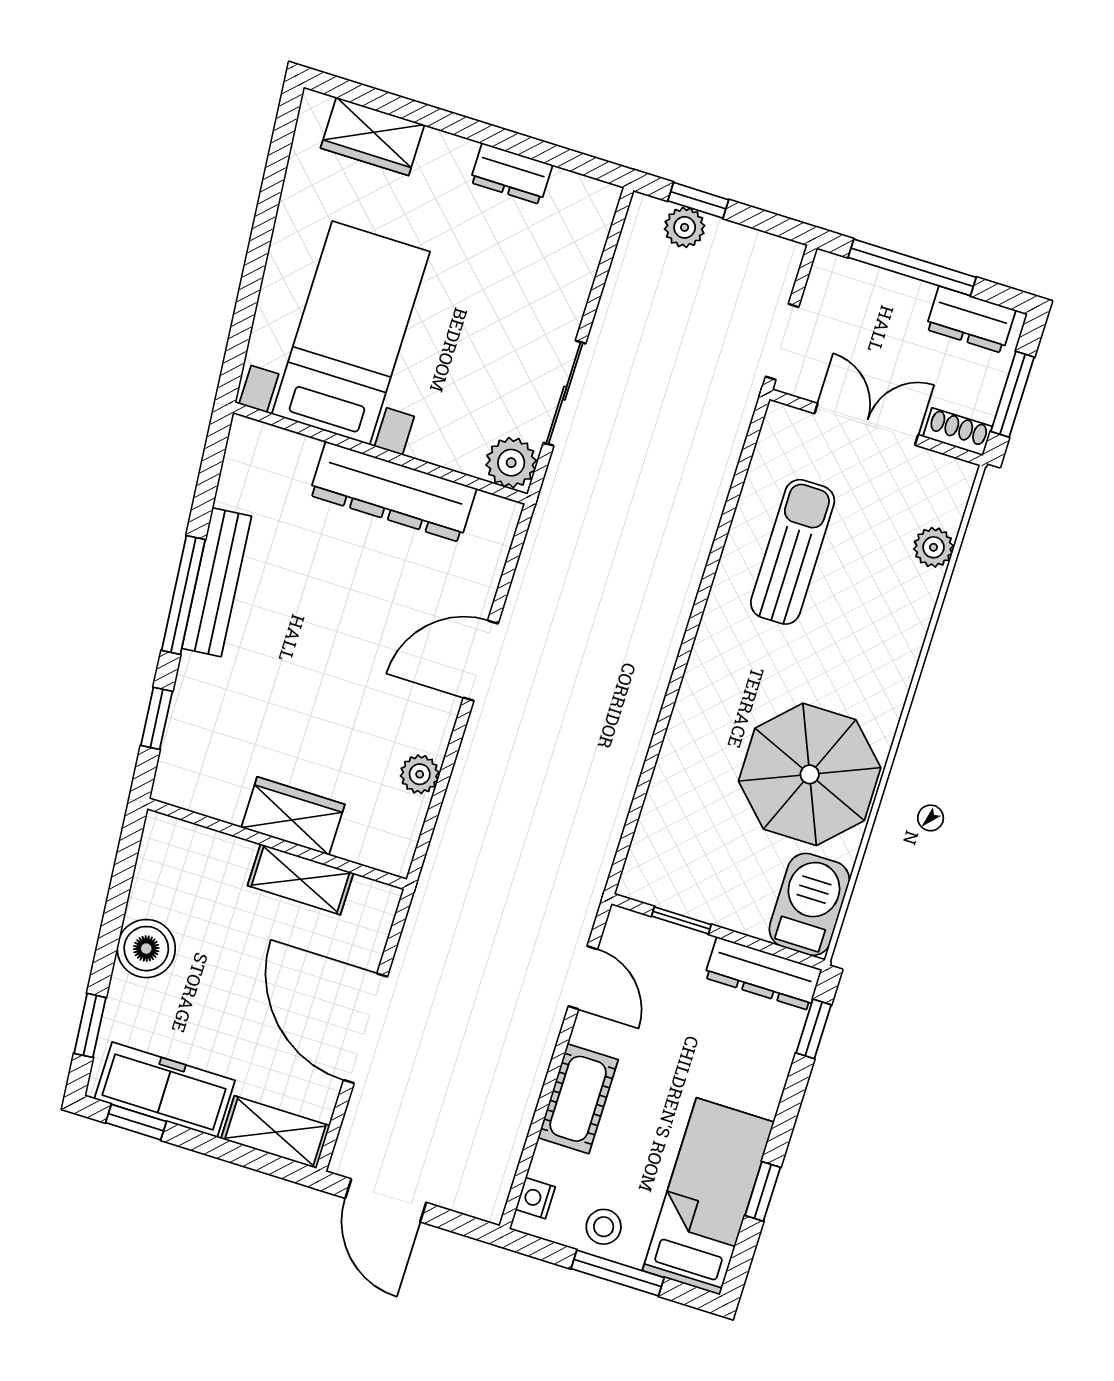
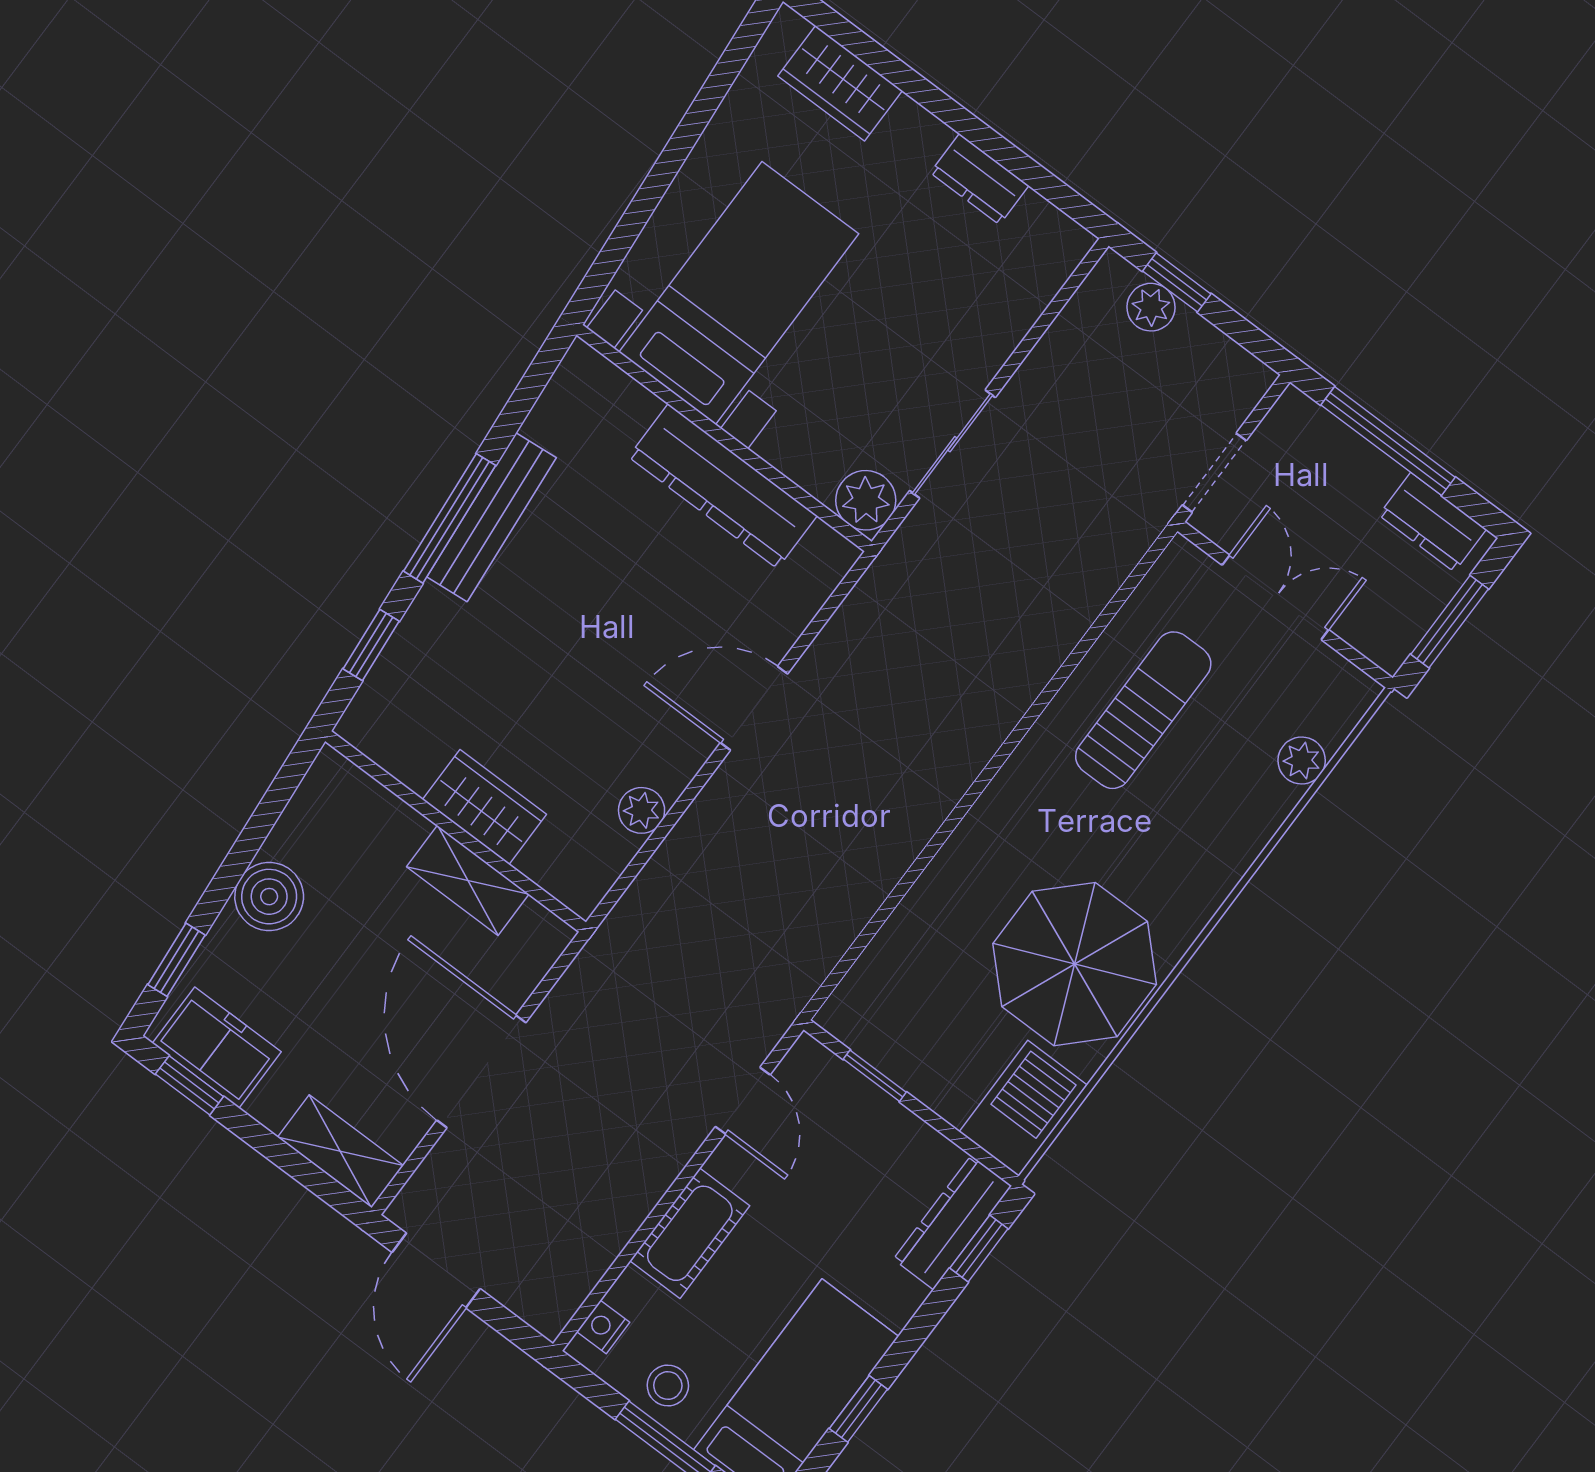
shoe rack: (958, 432) -> (1374, 641), removed
dresser: (763, 974) -> (952, 1222), moved, turned 90
freezer: (165, 1090) -> (217, 1048), width x0.71

